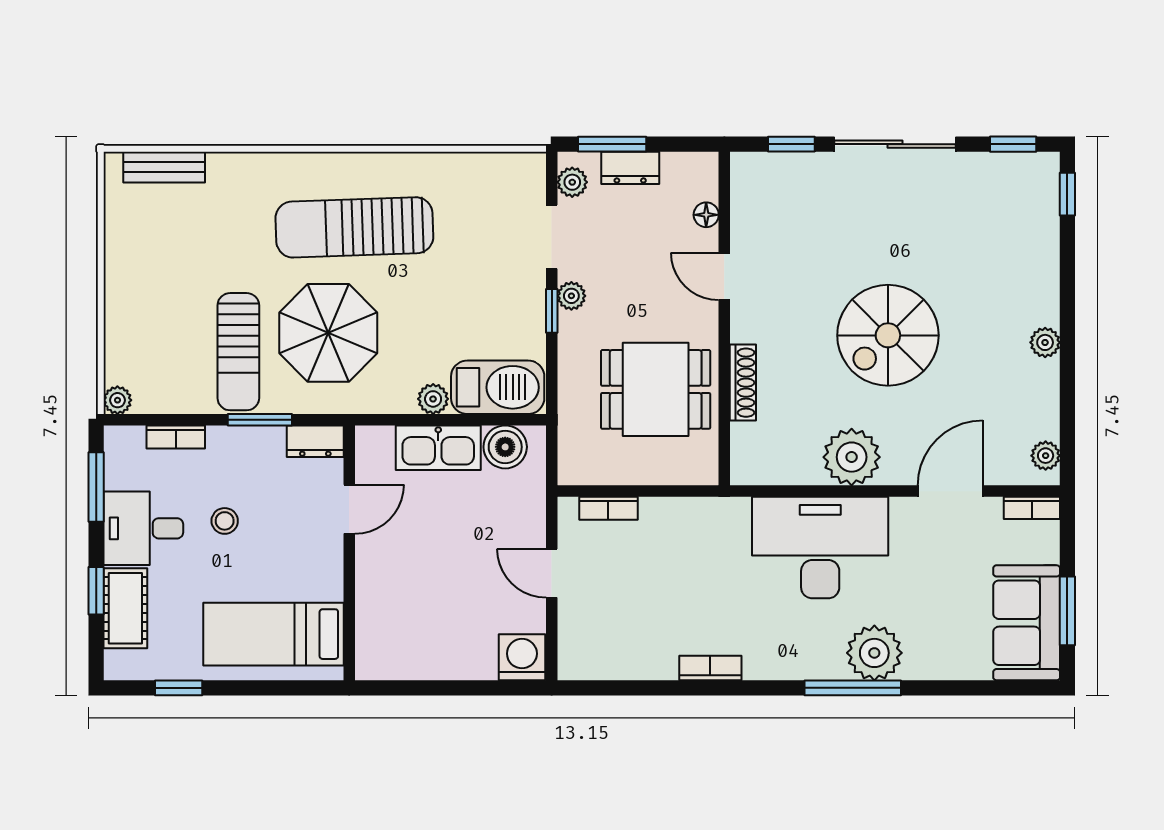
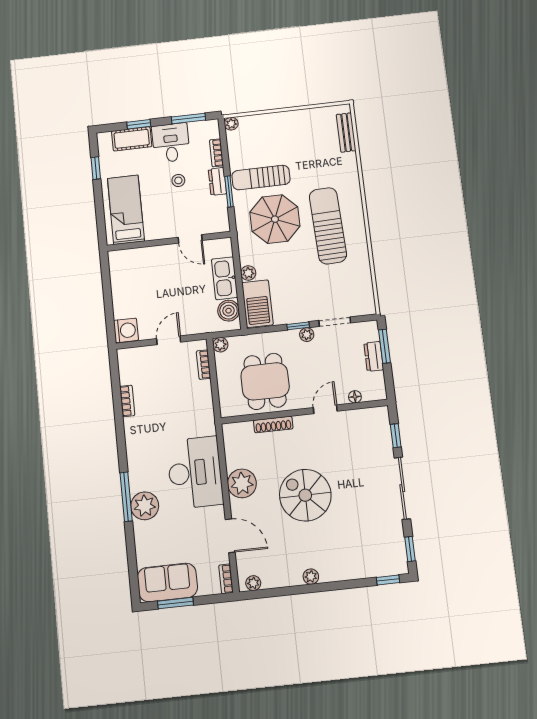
plant: (572, 182) -> (220, 345), moved
dresser: (315, 441) -> (217, 181), moved
bookcase: (710, 668) -> (127, 401), moved

